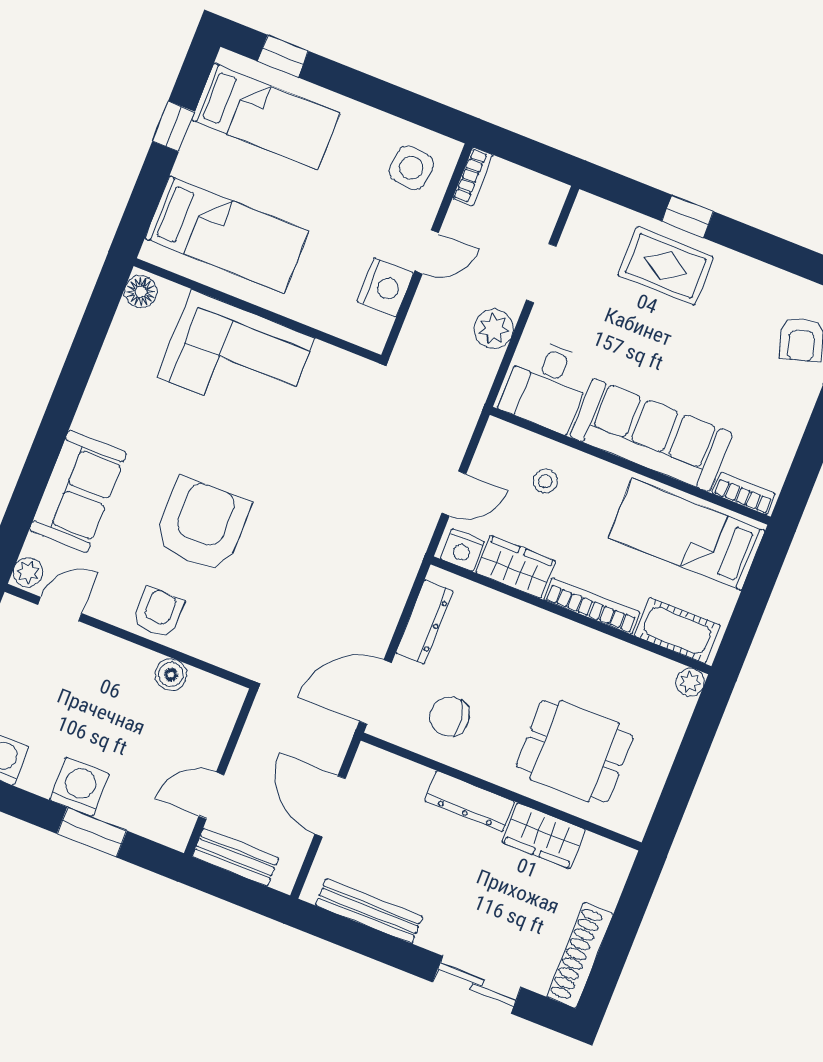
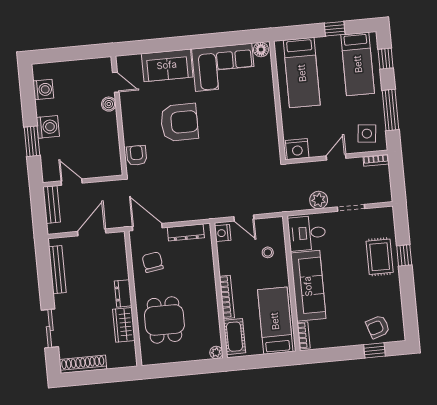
window: (389, 98) -> (390, 110), added
door: (427, 252) -> (336, 157), swing flipped
nightstand: (385, 287) -> (297, 149), moved
corner sofa: (236, 357) -> (224, 67), moved, turned -90
wardrobe: (516, 567) -> (227, 258), removed
plant: (28, 572) -> (124, 62), removed
armchair: (158, 613) -> (137, 155), moved, turned -90
boiler: (171, 675) -> (109, 104), moved
dresser: (469, 801) -> (123, 293), width x0.70

